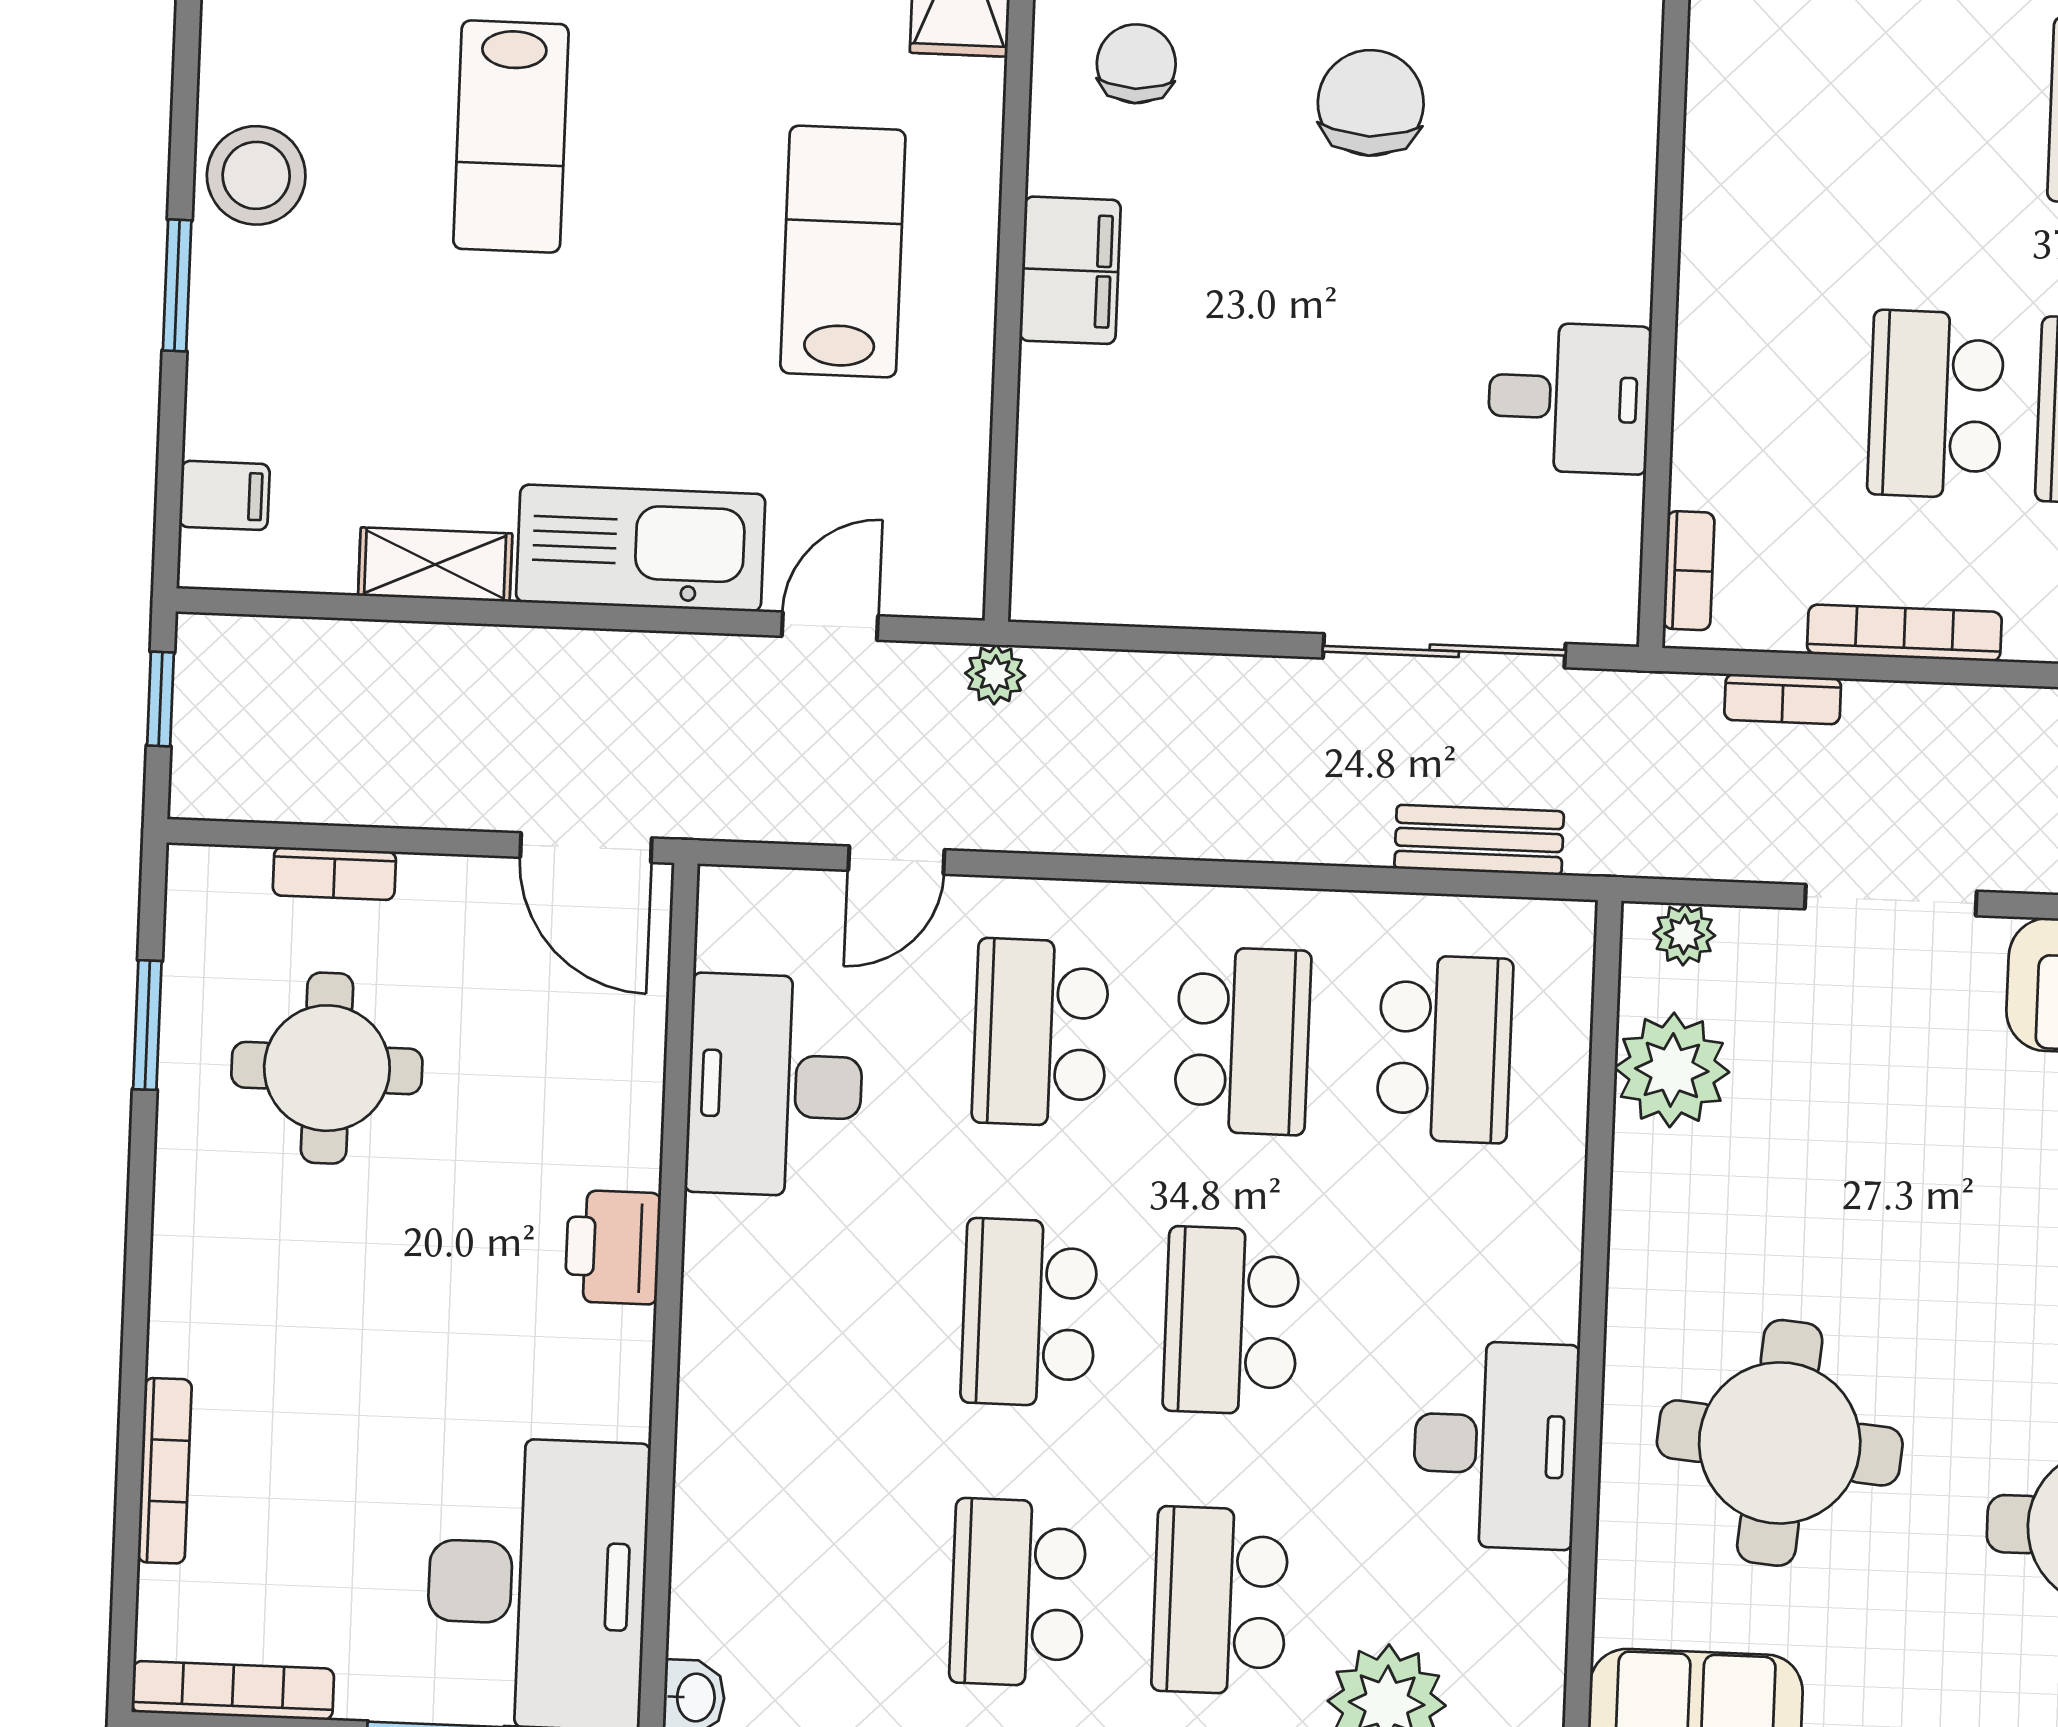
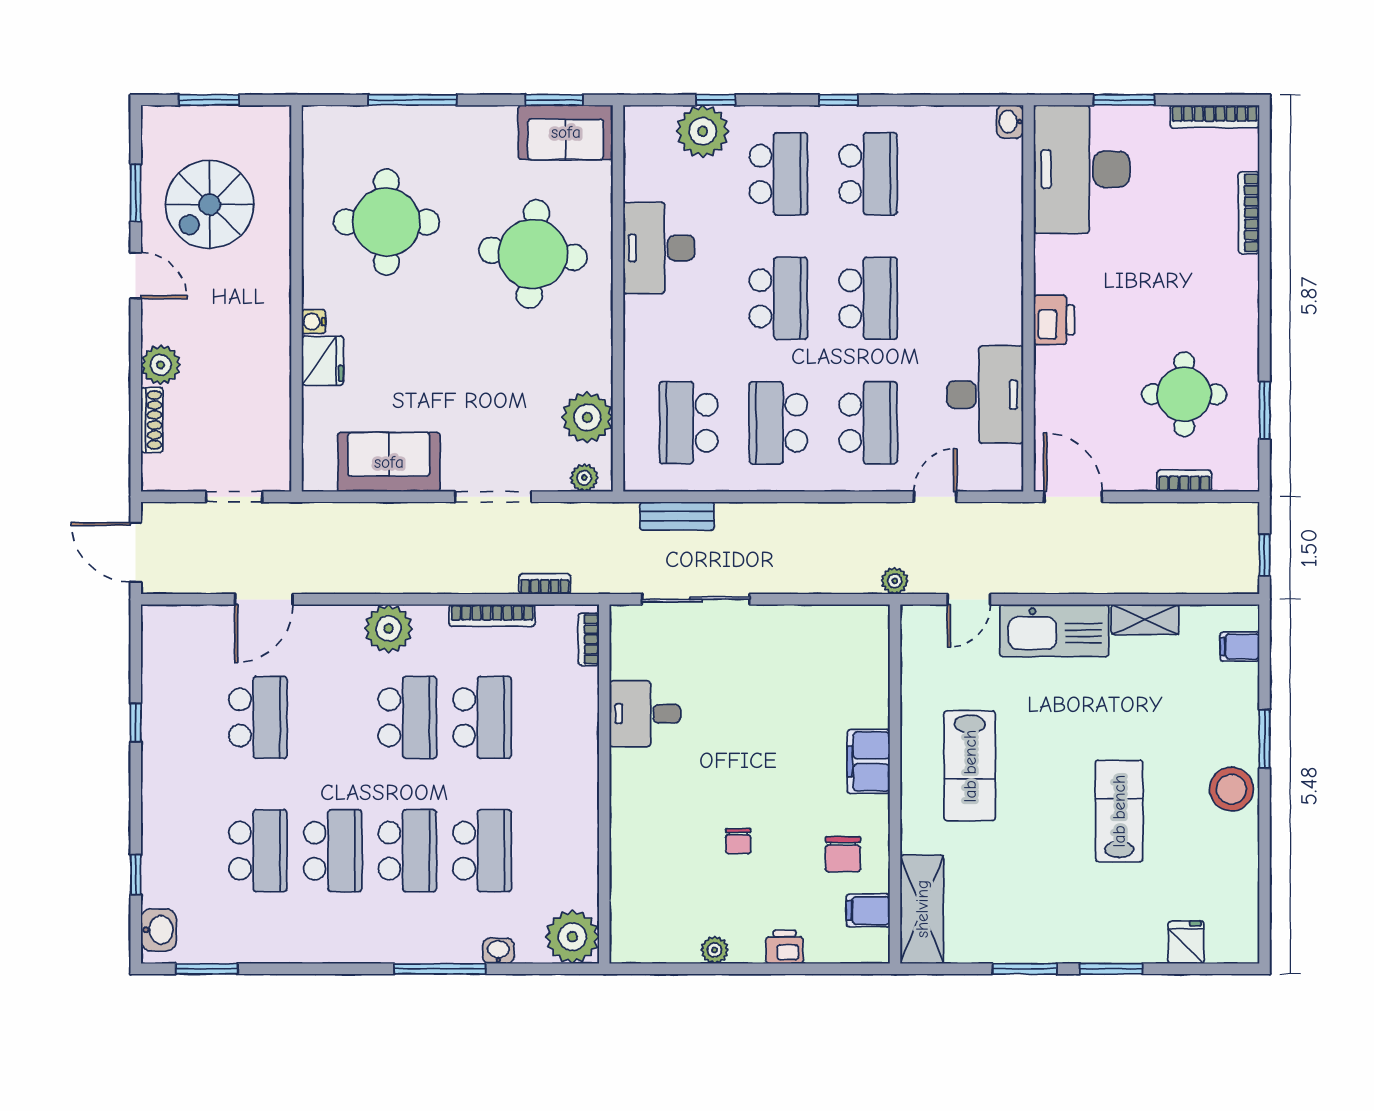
chair: (1371, 103) -> (738, 841), width x0.54, depth x0.54
school desk: (1948, 104) -> (482, 851), added

